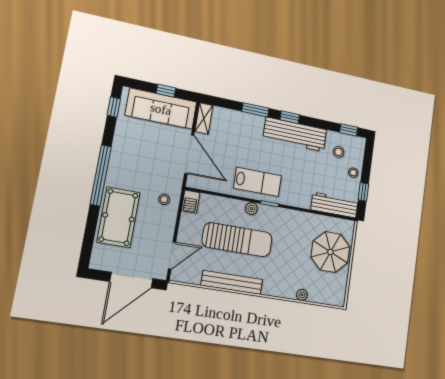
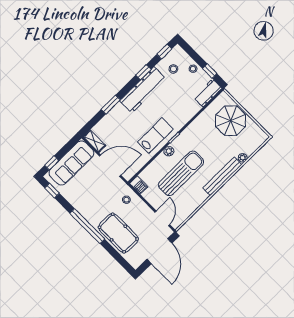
window: (166, 91) -> (52, 163), moved
window: (290, 117) -> (143, 72), moved
workbench: (334, 205) -> (208, 93), width x0.73
bench: (232, 282) -> (222, 176), moved

